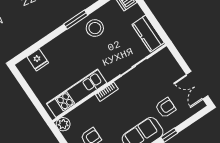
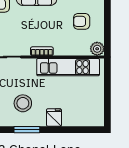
stool: (95, 28) -> (23, 103), moved
fridge: (38, 60) -> (54, 117), moved

